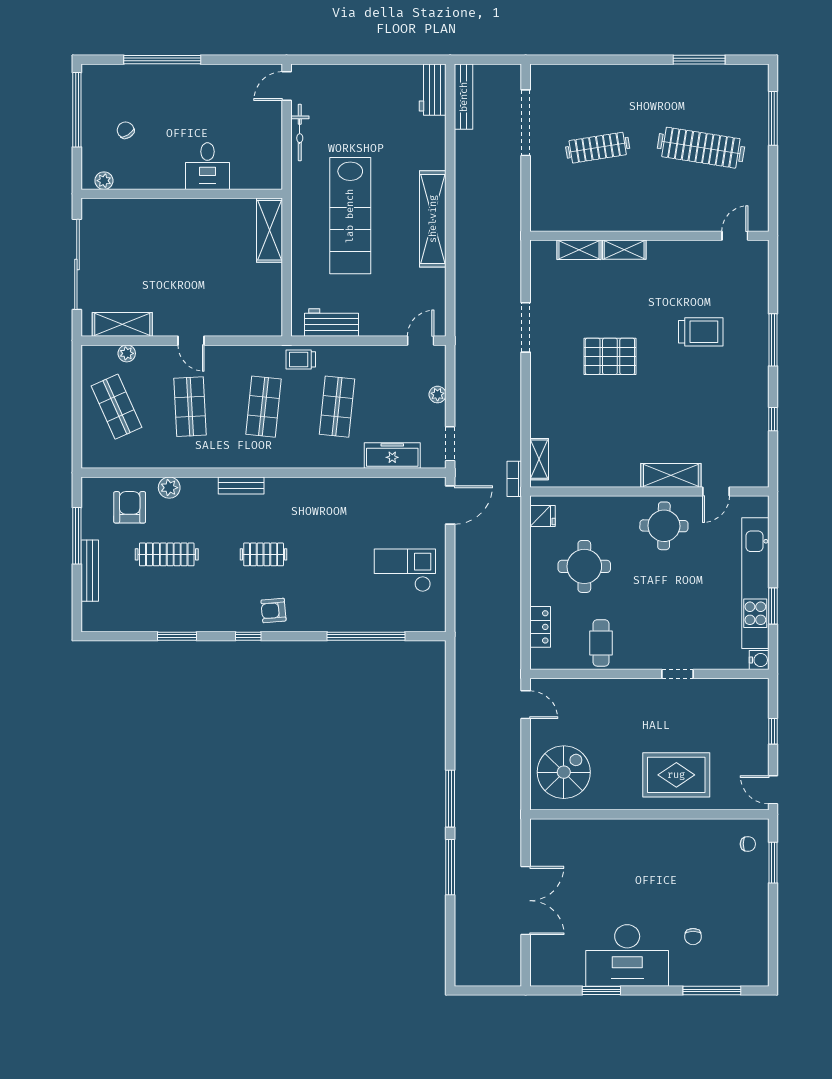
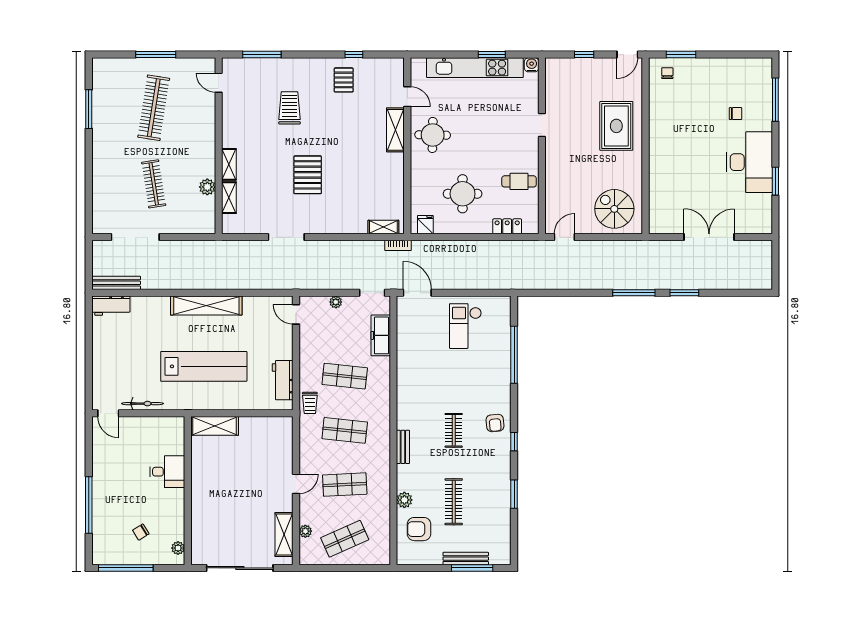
window: (773, 118) -> (156, 55), moved
plant: (594, 220) -> (207, 187), added
window: (773, 340) -> (262, 55), moved
pallet: (739, 405) -> (344, 80), added
window: (77, 536) -> (472, 568), moved
window: (450, 867) -> (684, 293), width x0.69

